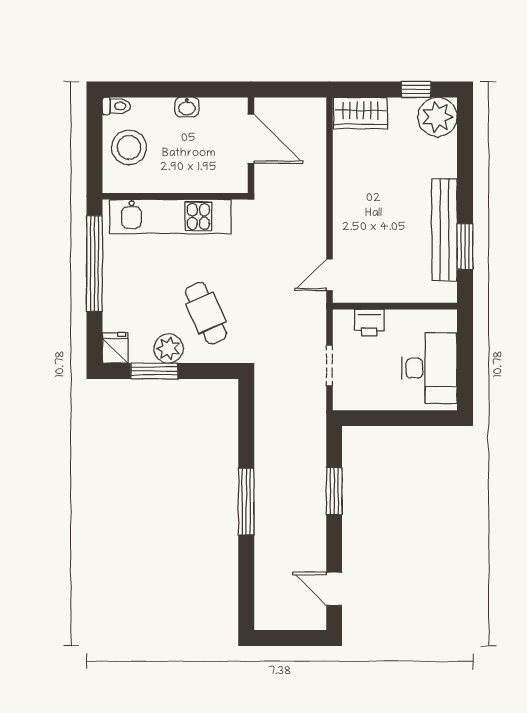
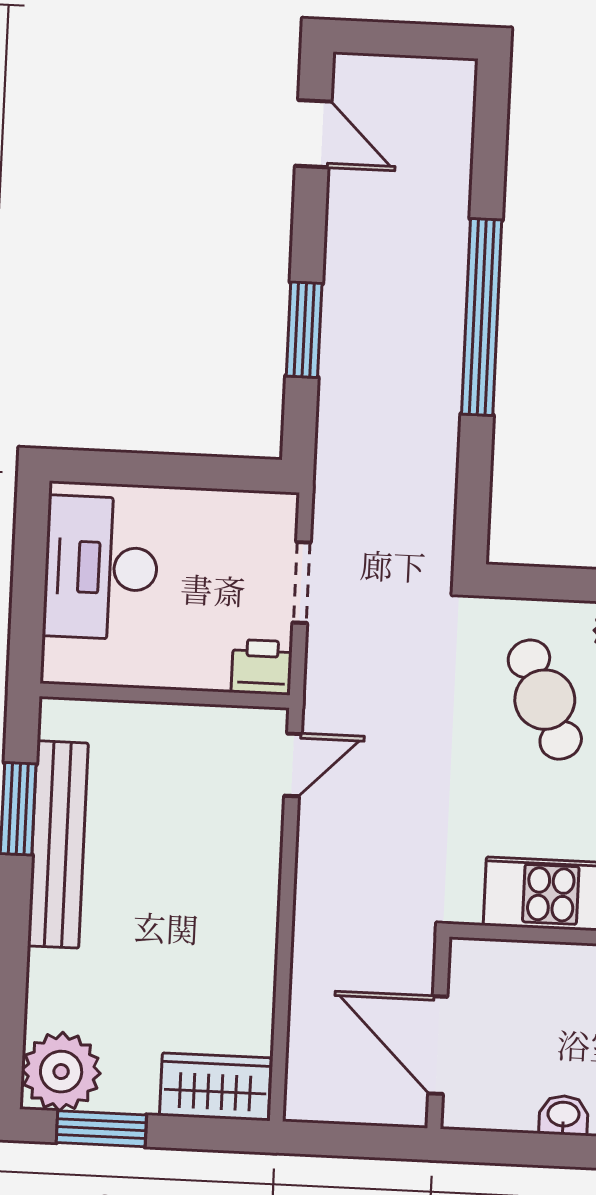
window: (416, 89) -> (101, 1129), width x1.50
printer: (369, 323) -> (262, 667), moved
window: (246, 502) -> (482, 317), width x1.46

